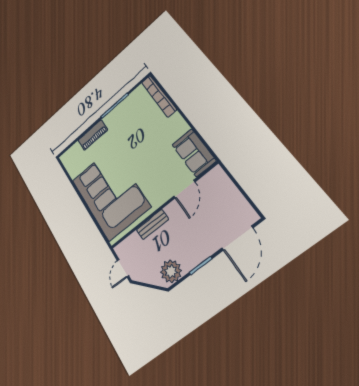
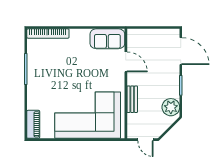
piano: (93, 135) -> (33, 124), moved

